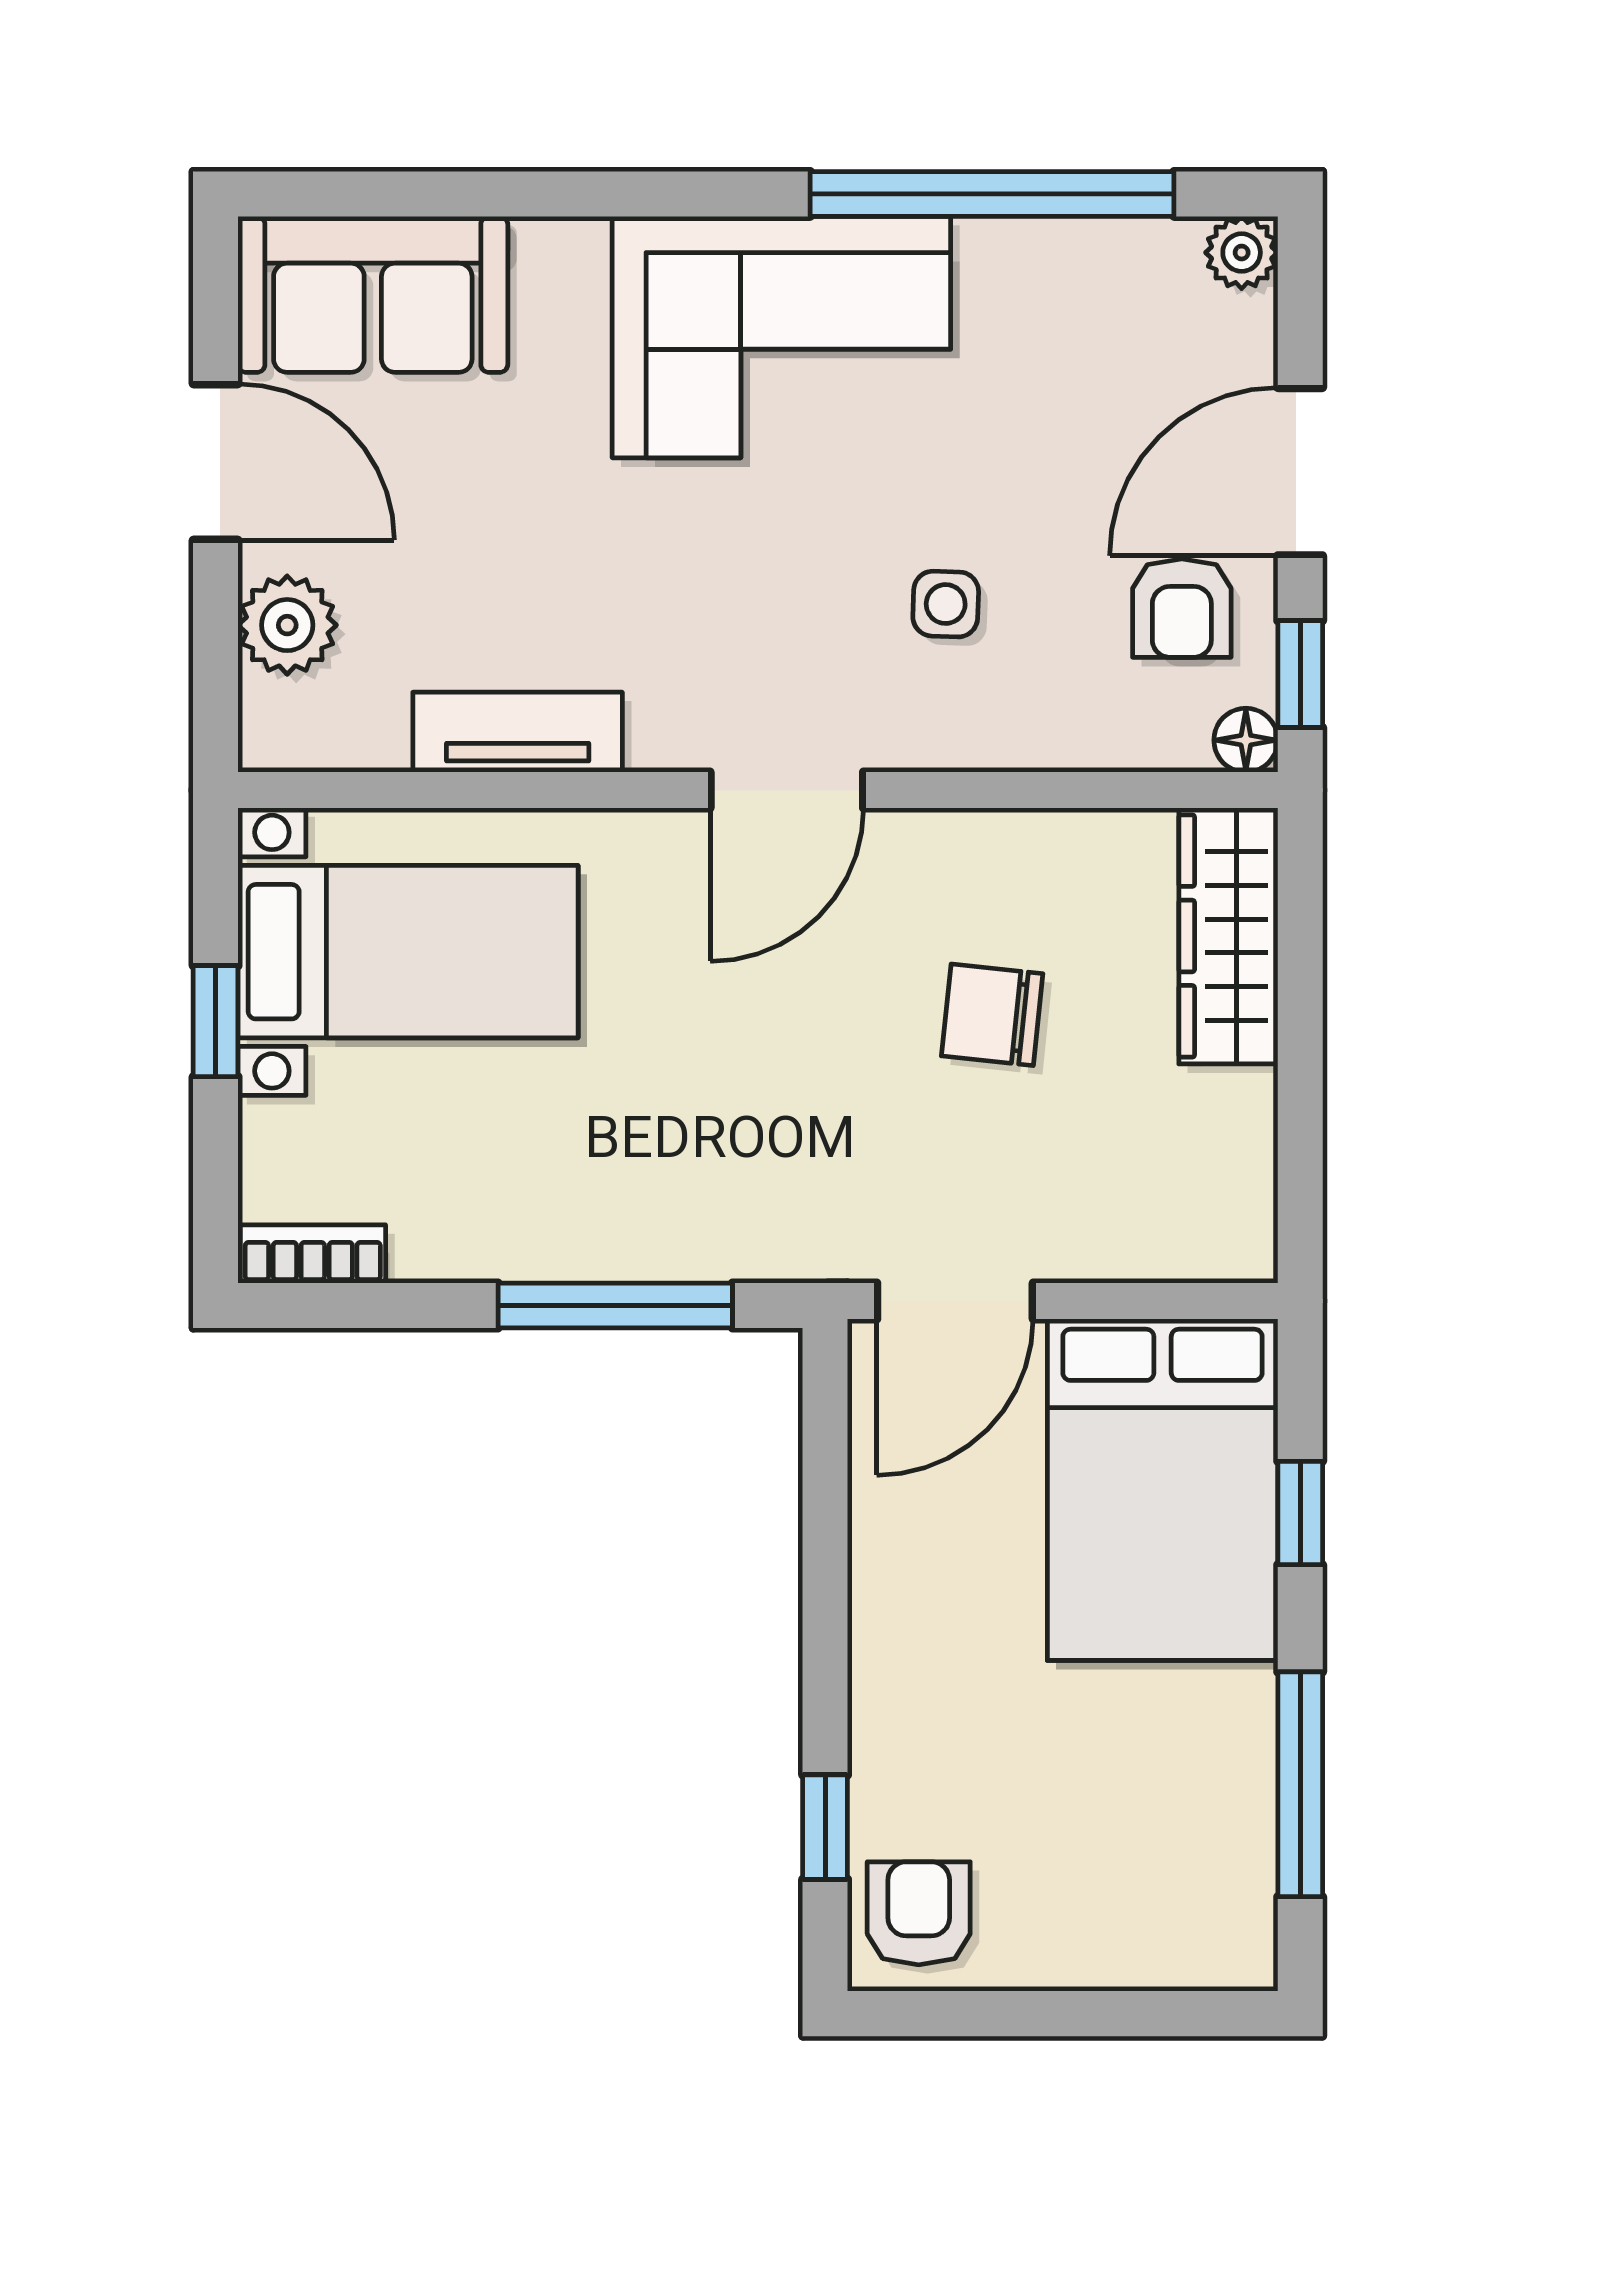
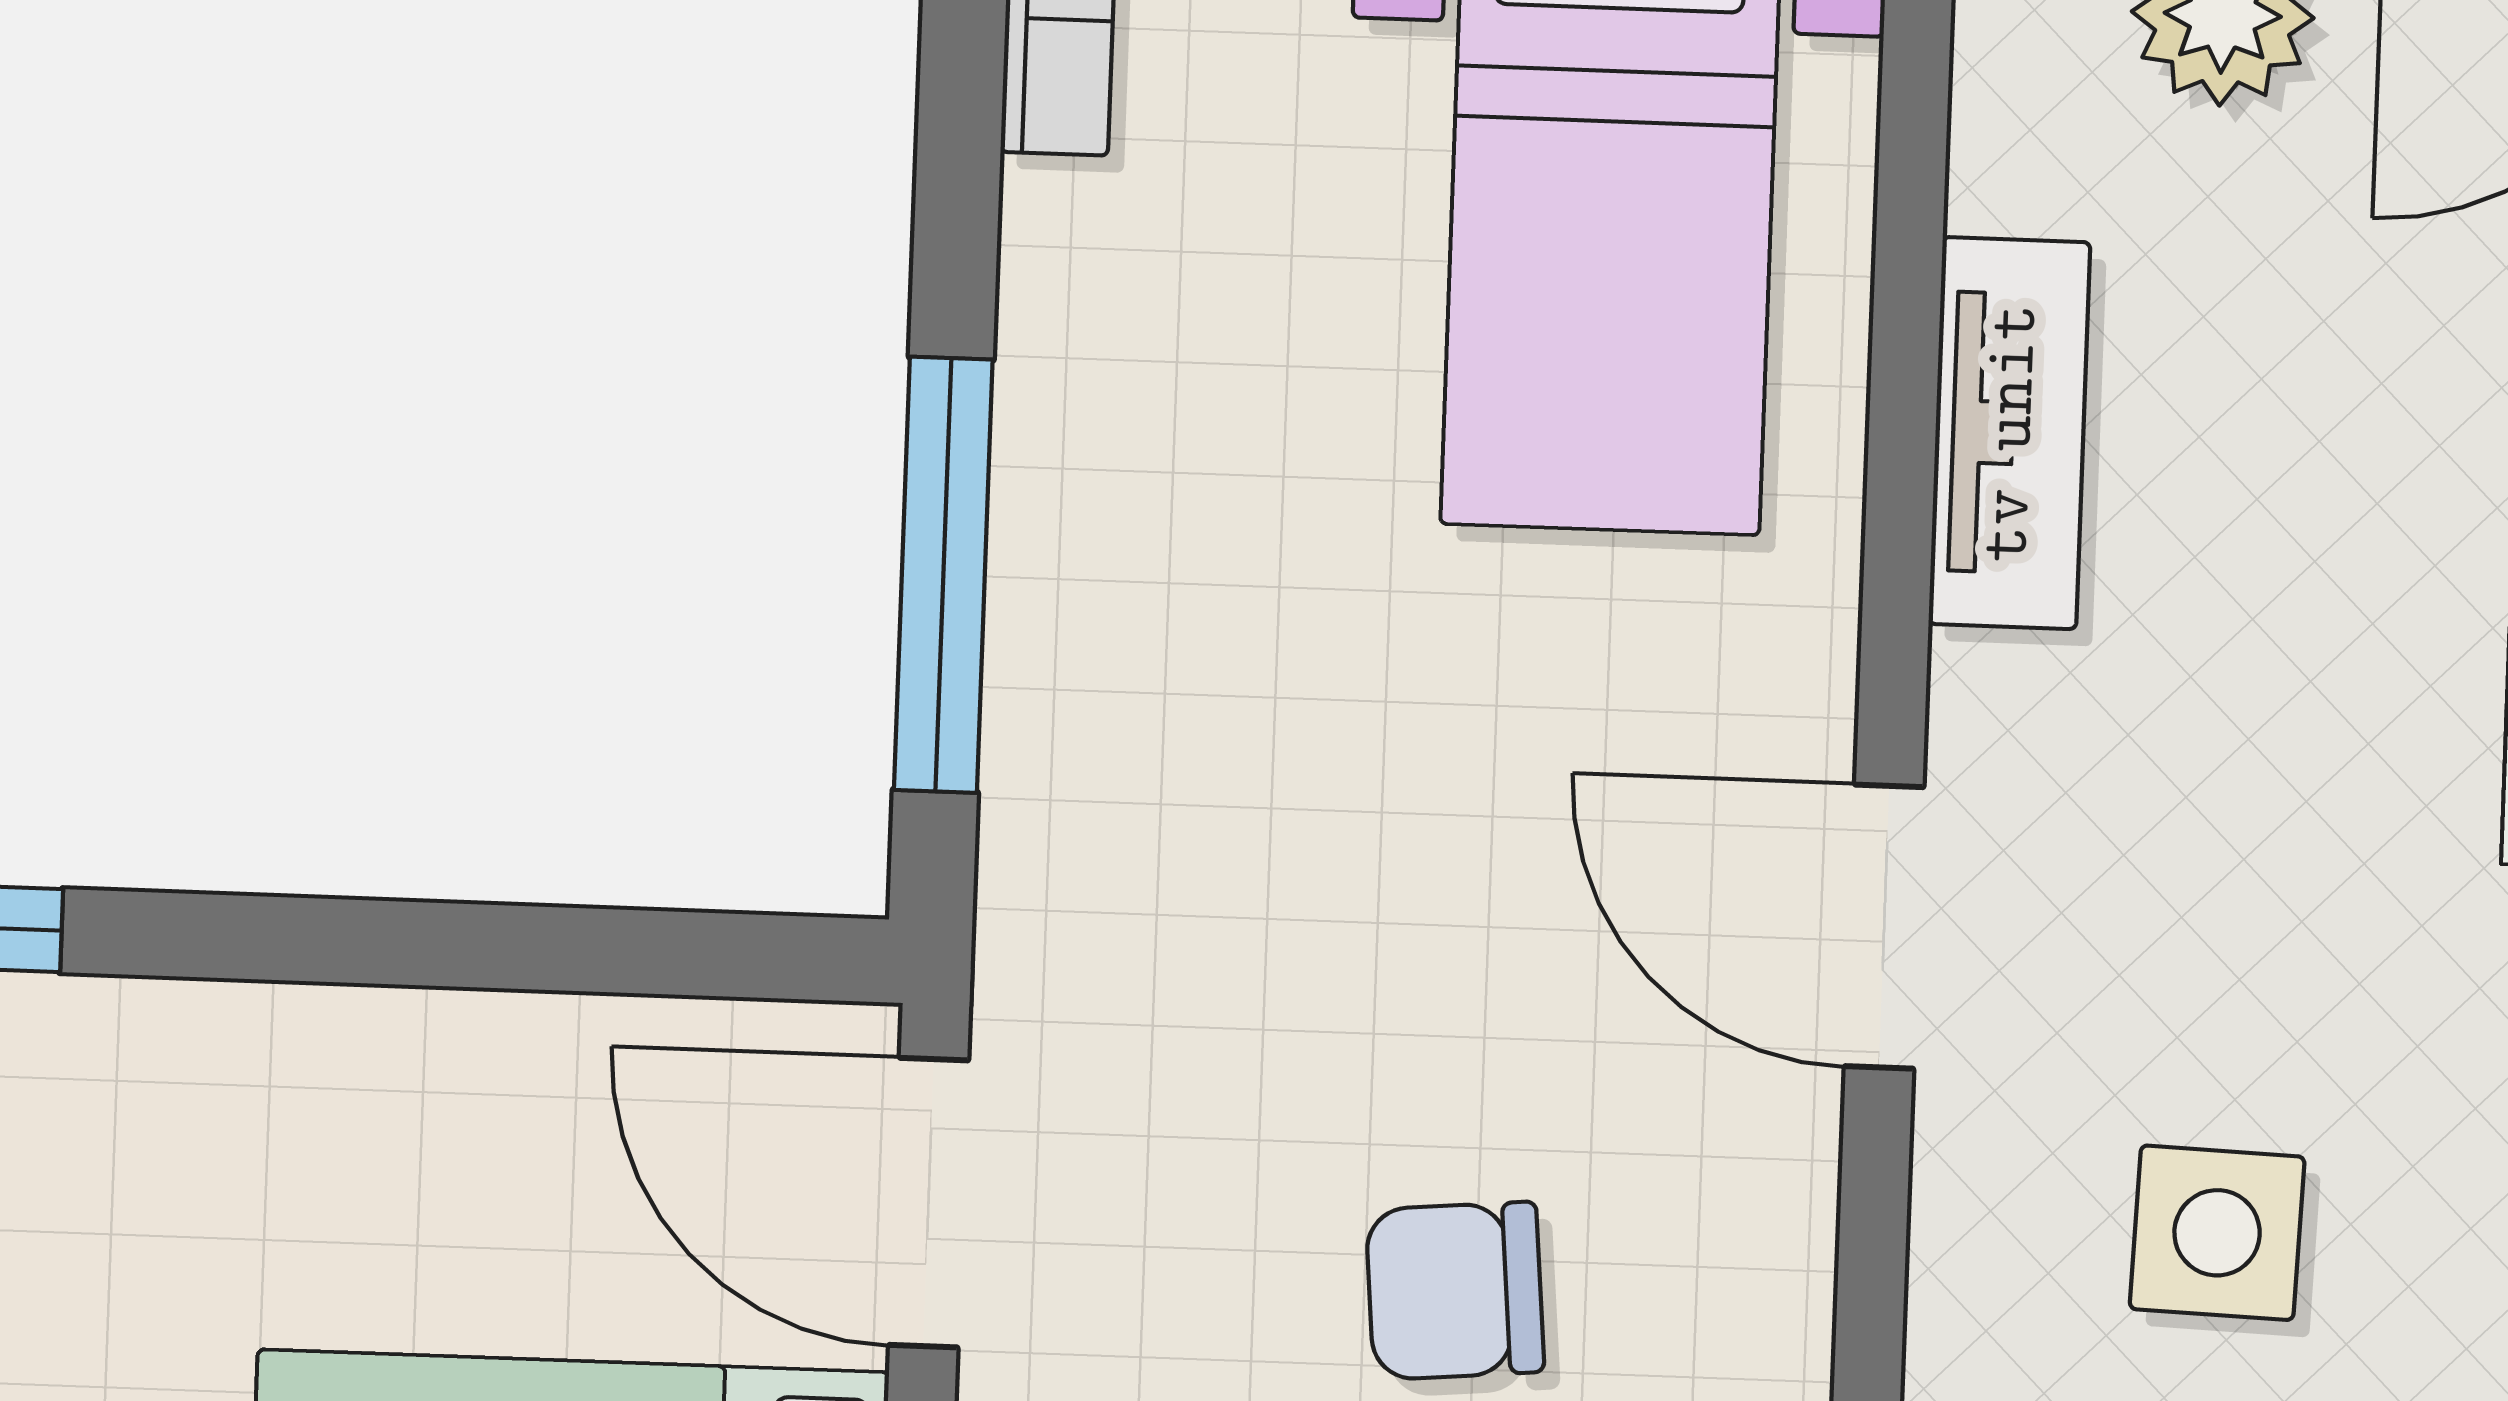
side table: (946, 604) -> (2217, 1233), width x1.37, depth x1.37
chair: (992, 1015) -> (1455, 1291), turned -101

